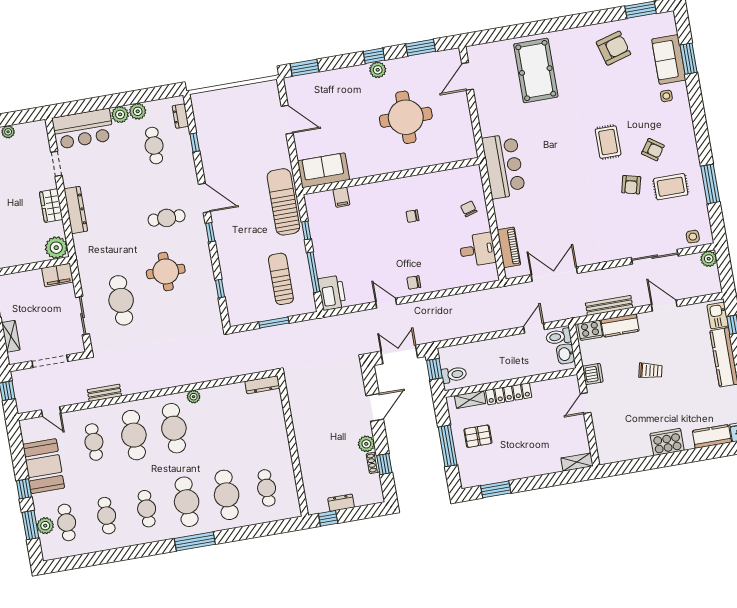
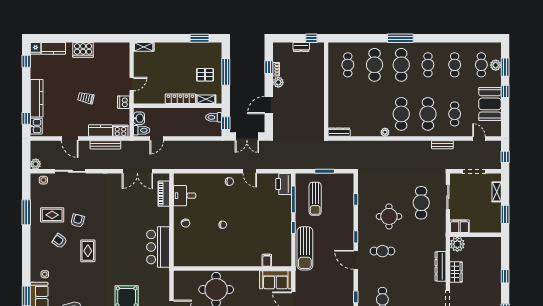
sofa: (323, 170) -> (275, 280), moved
wall: (391, 176) -> (232, 268), moved
filing cabinet: (341, 197) -> (267, 260), moved

